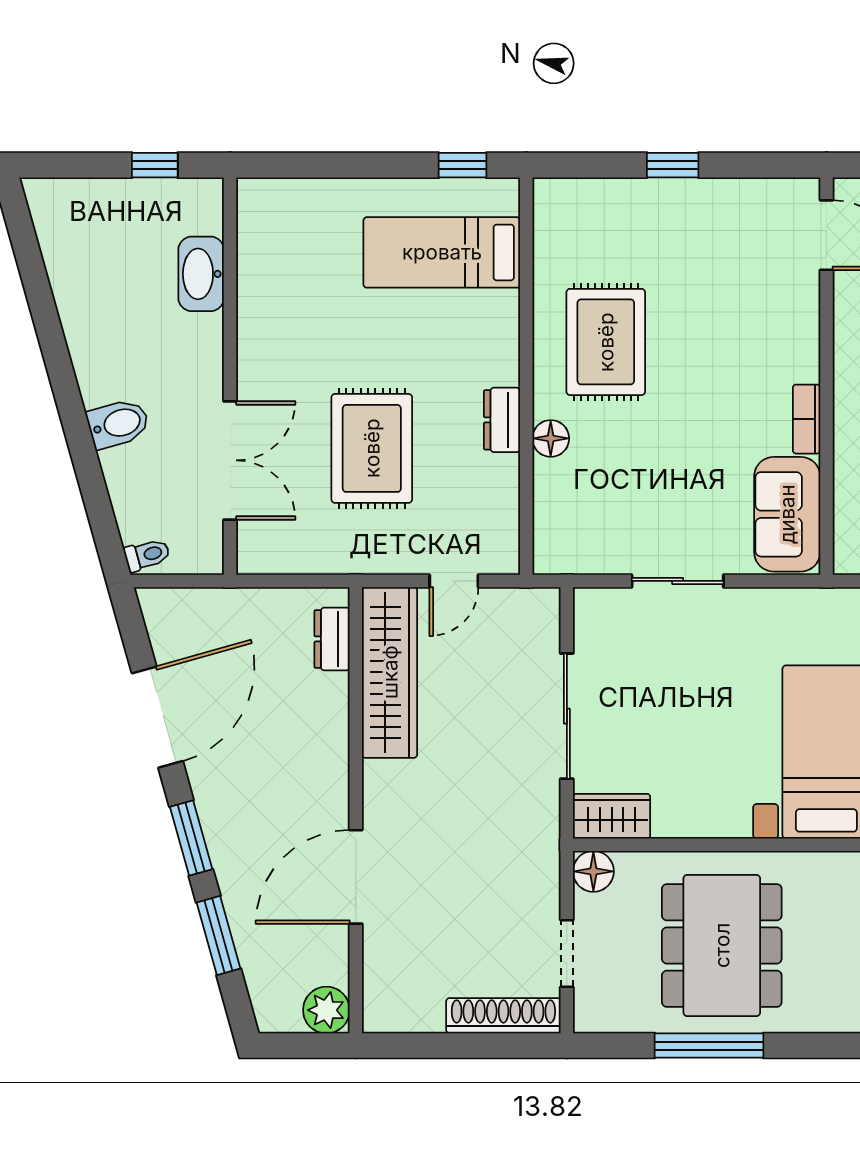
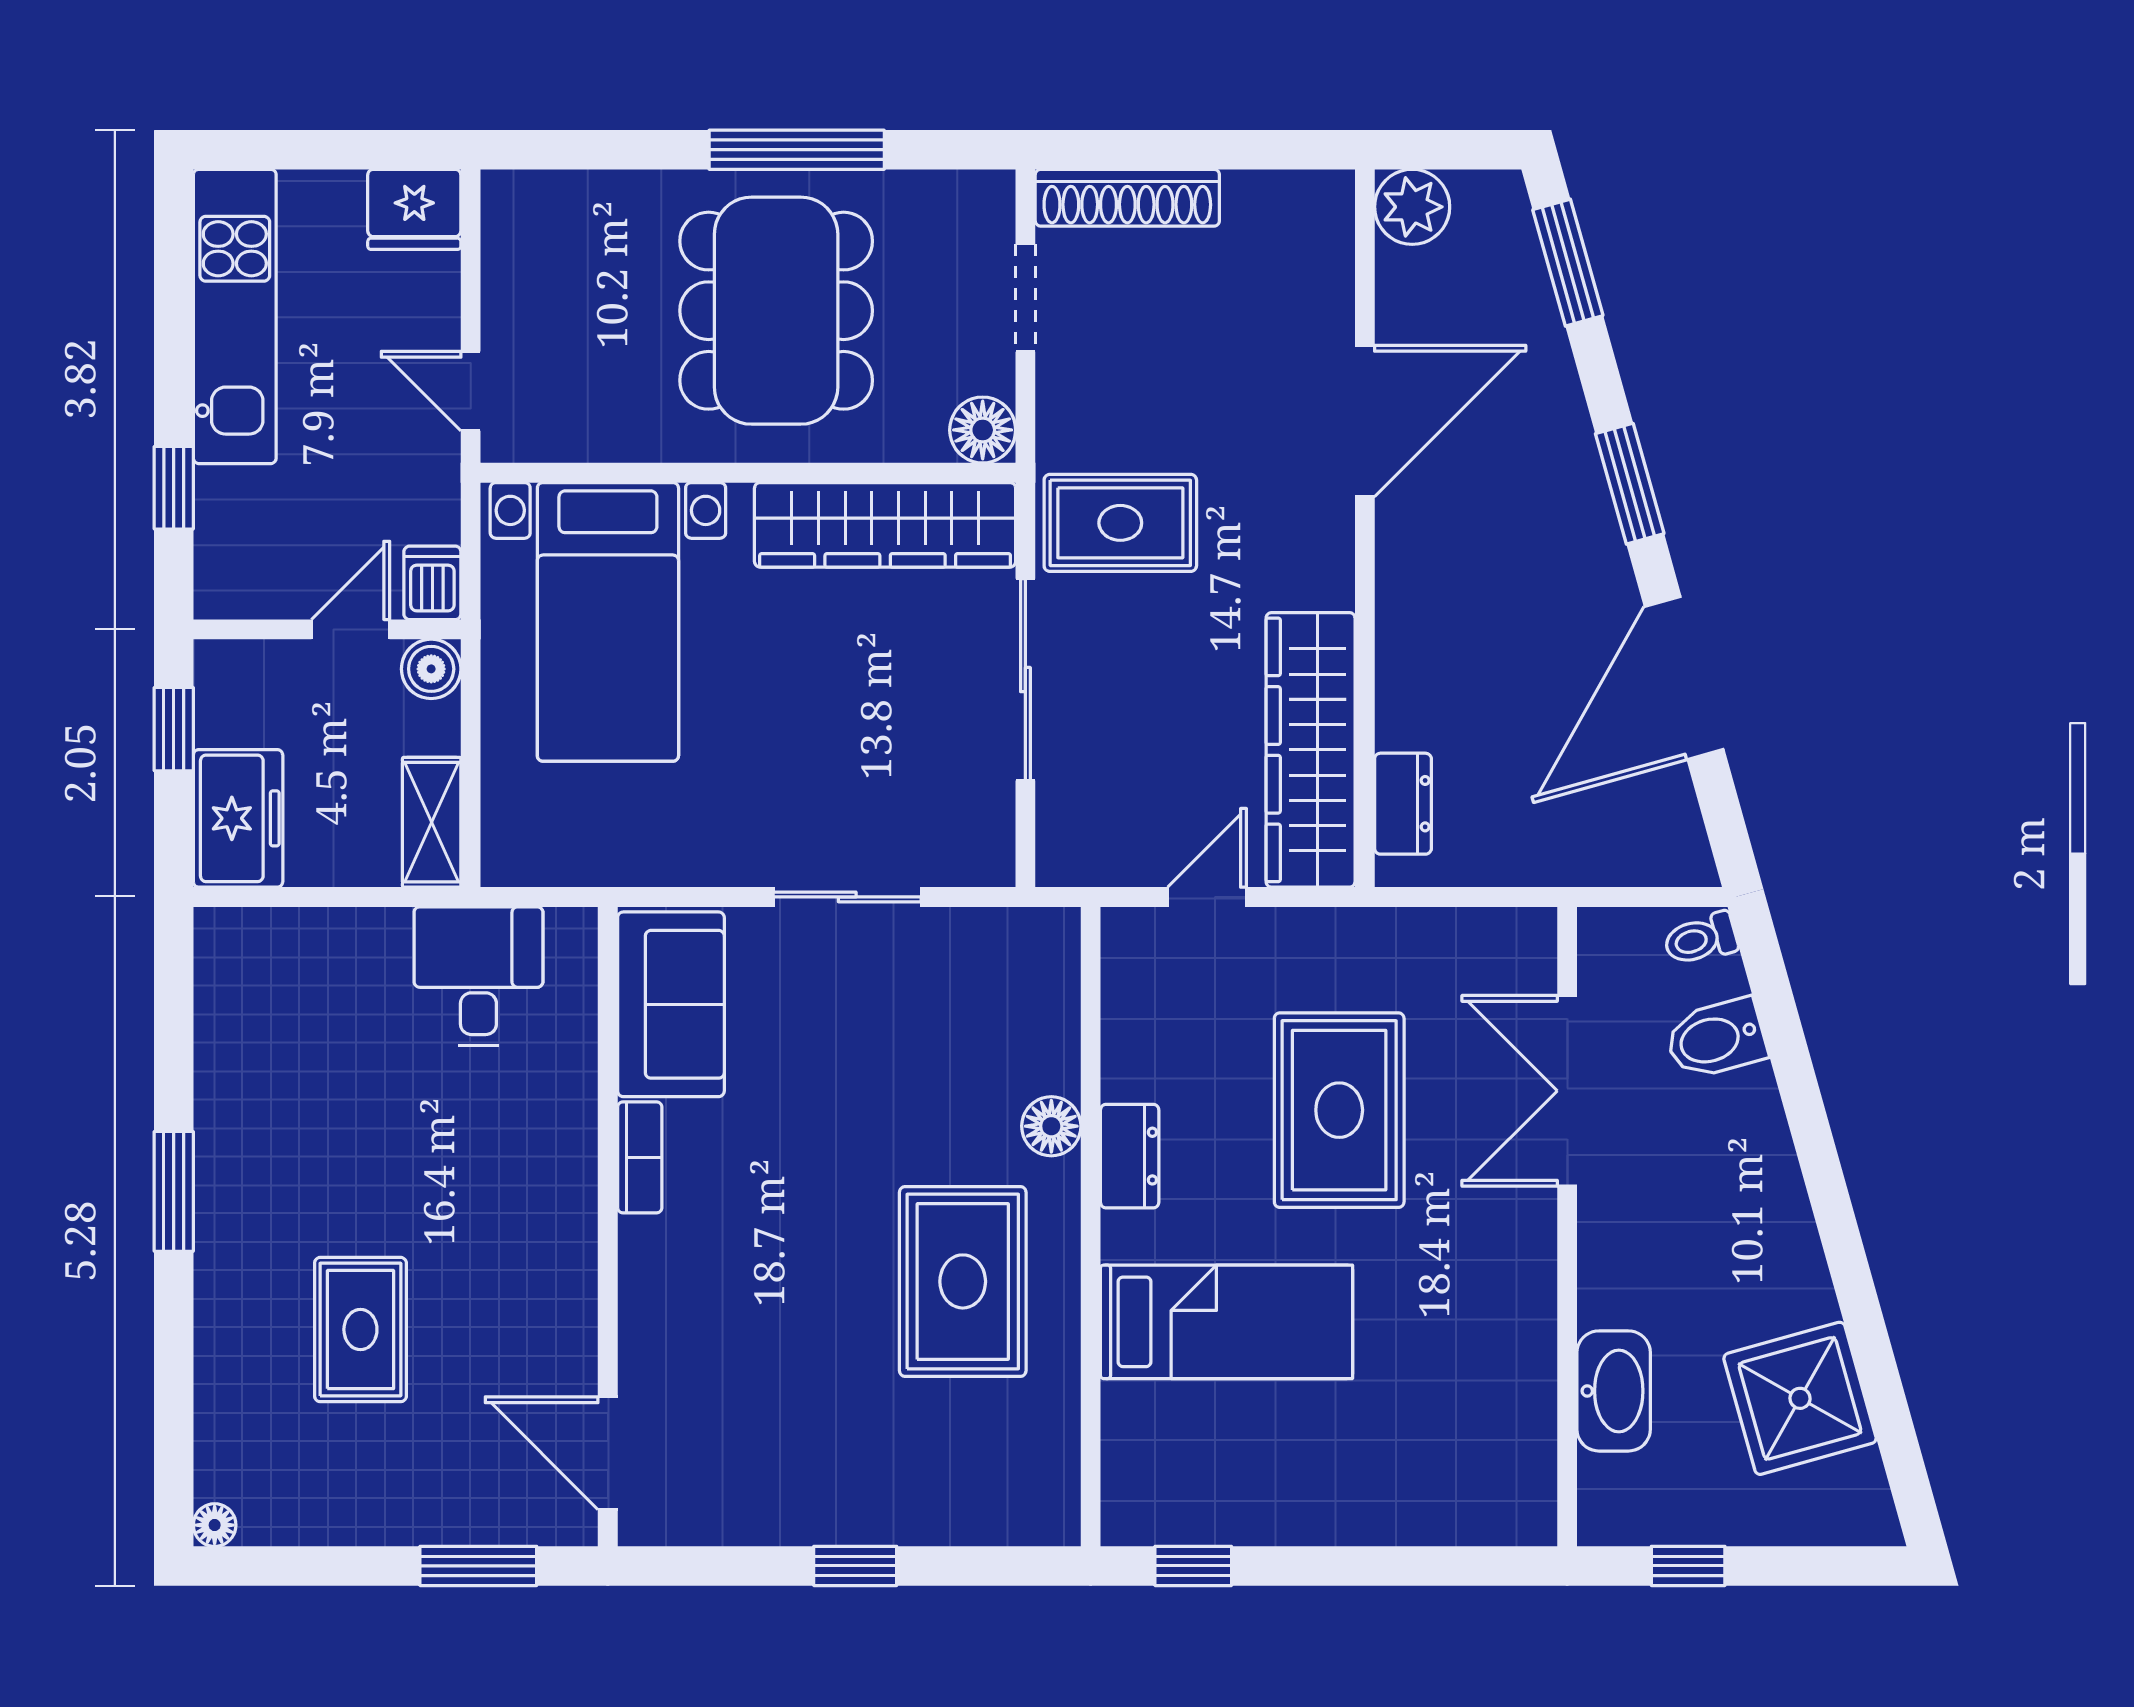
bed: (442, 252) -> (1227, 1322), moved
shower: (85, 269) -> (1800, 1398), added
bidet: (118, 424) -> (1716, 1039), moved
rug: (508, 814) -> (1120, 523), added
wardrobe: (612, 816) -> (885, 525), width x2.10, depth x1.17
window: (218, 936) -> (1568, 263), moved

